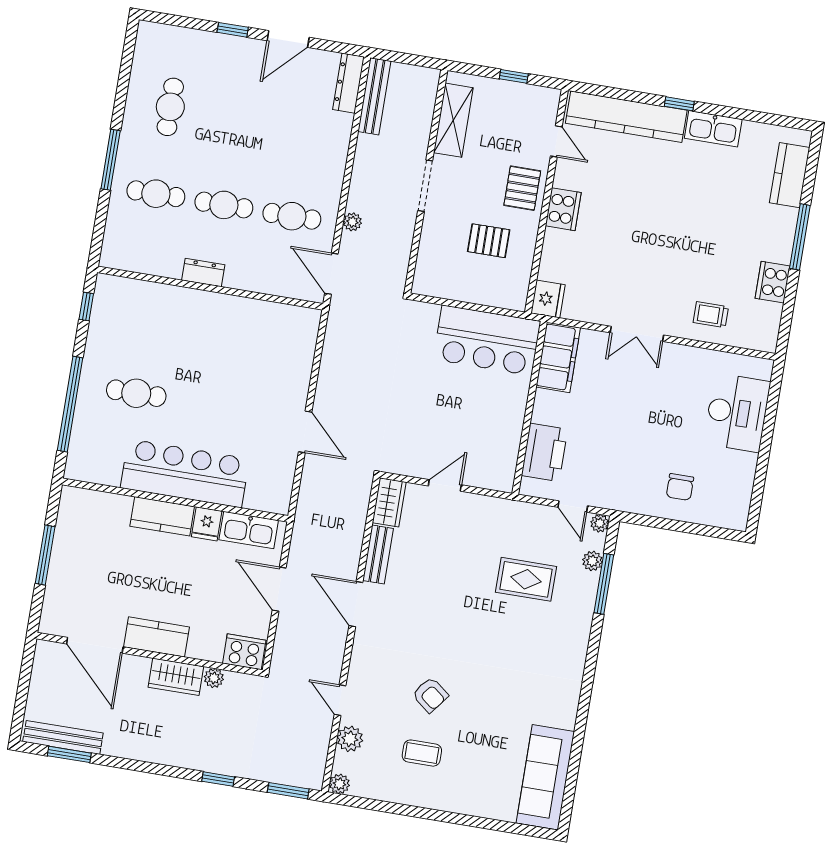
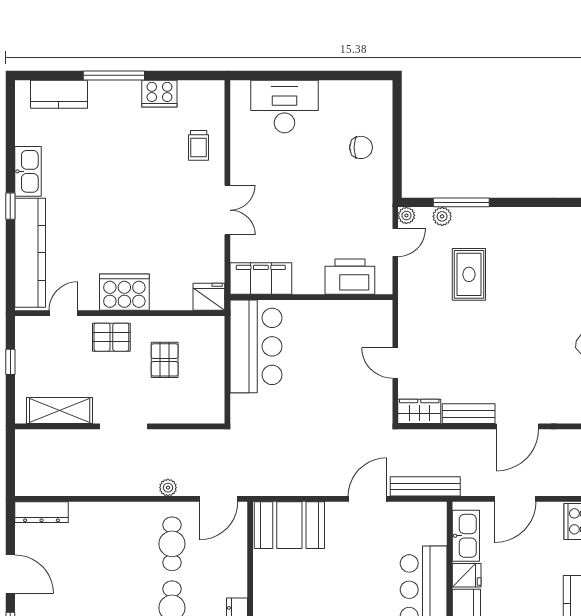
bench: (374, 96) -> (425, 486), moved
cooker: (563, 209) -> (124, 292), width x1.37, depth x1.31
booth: (291, 344) -> (289, 525), added

